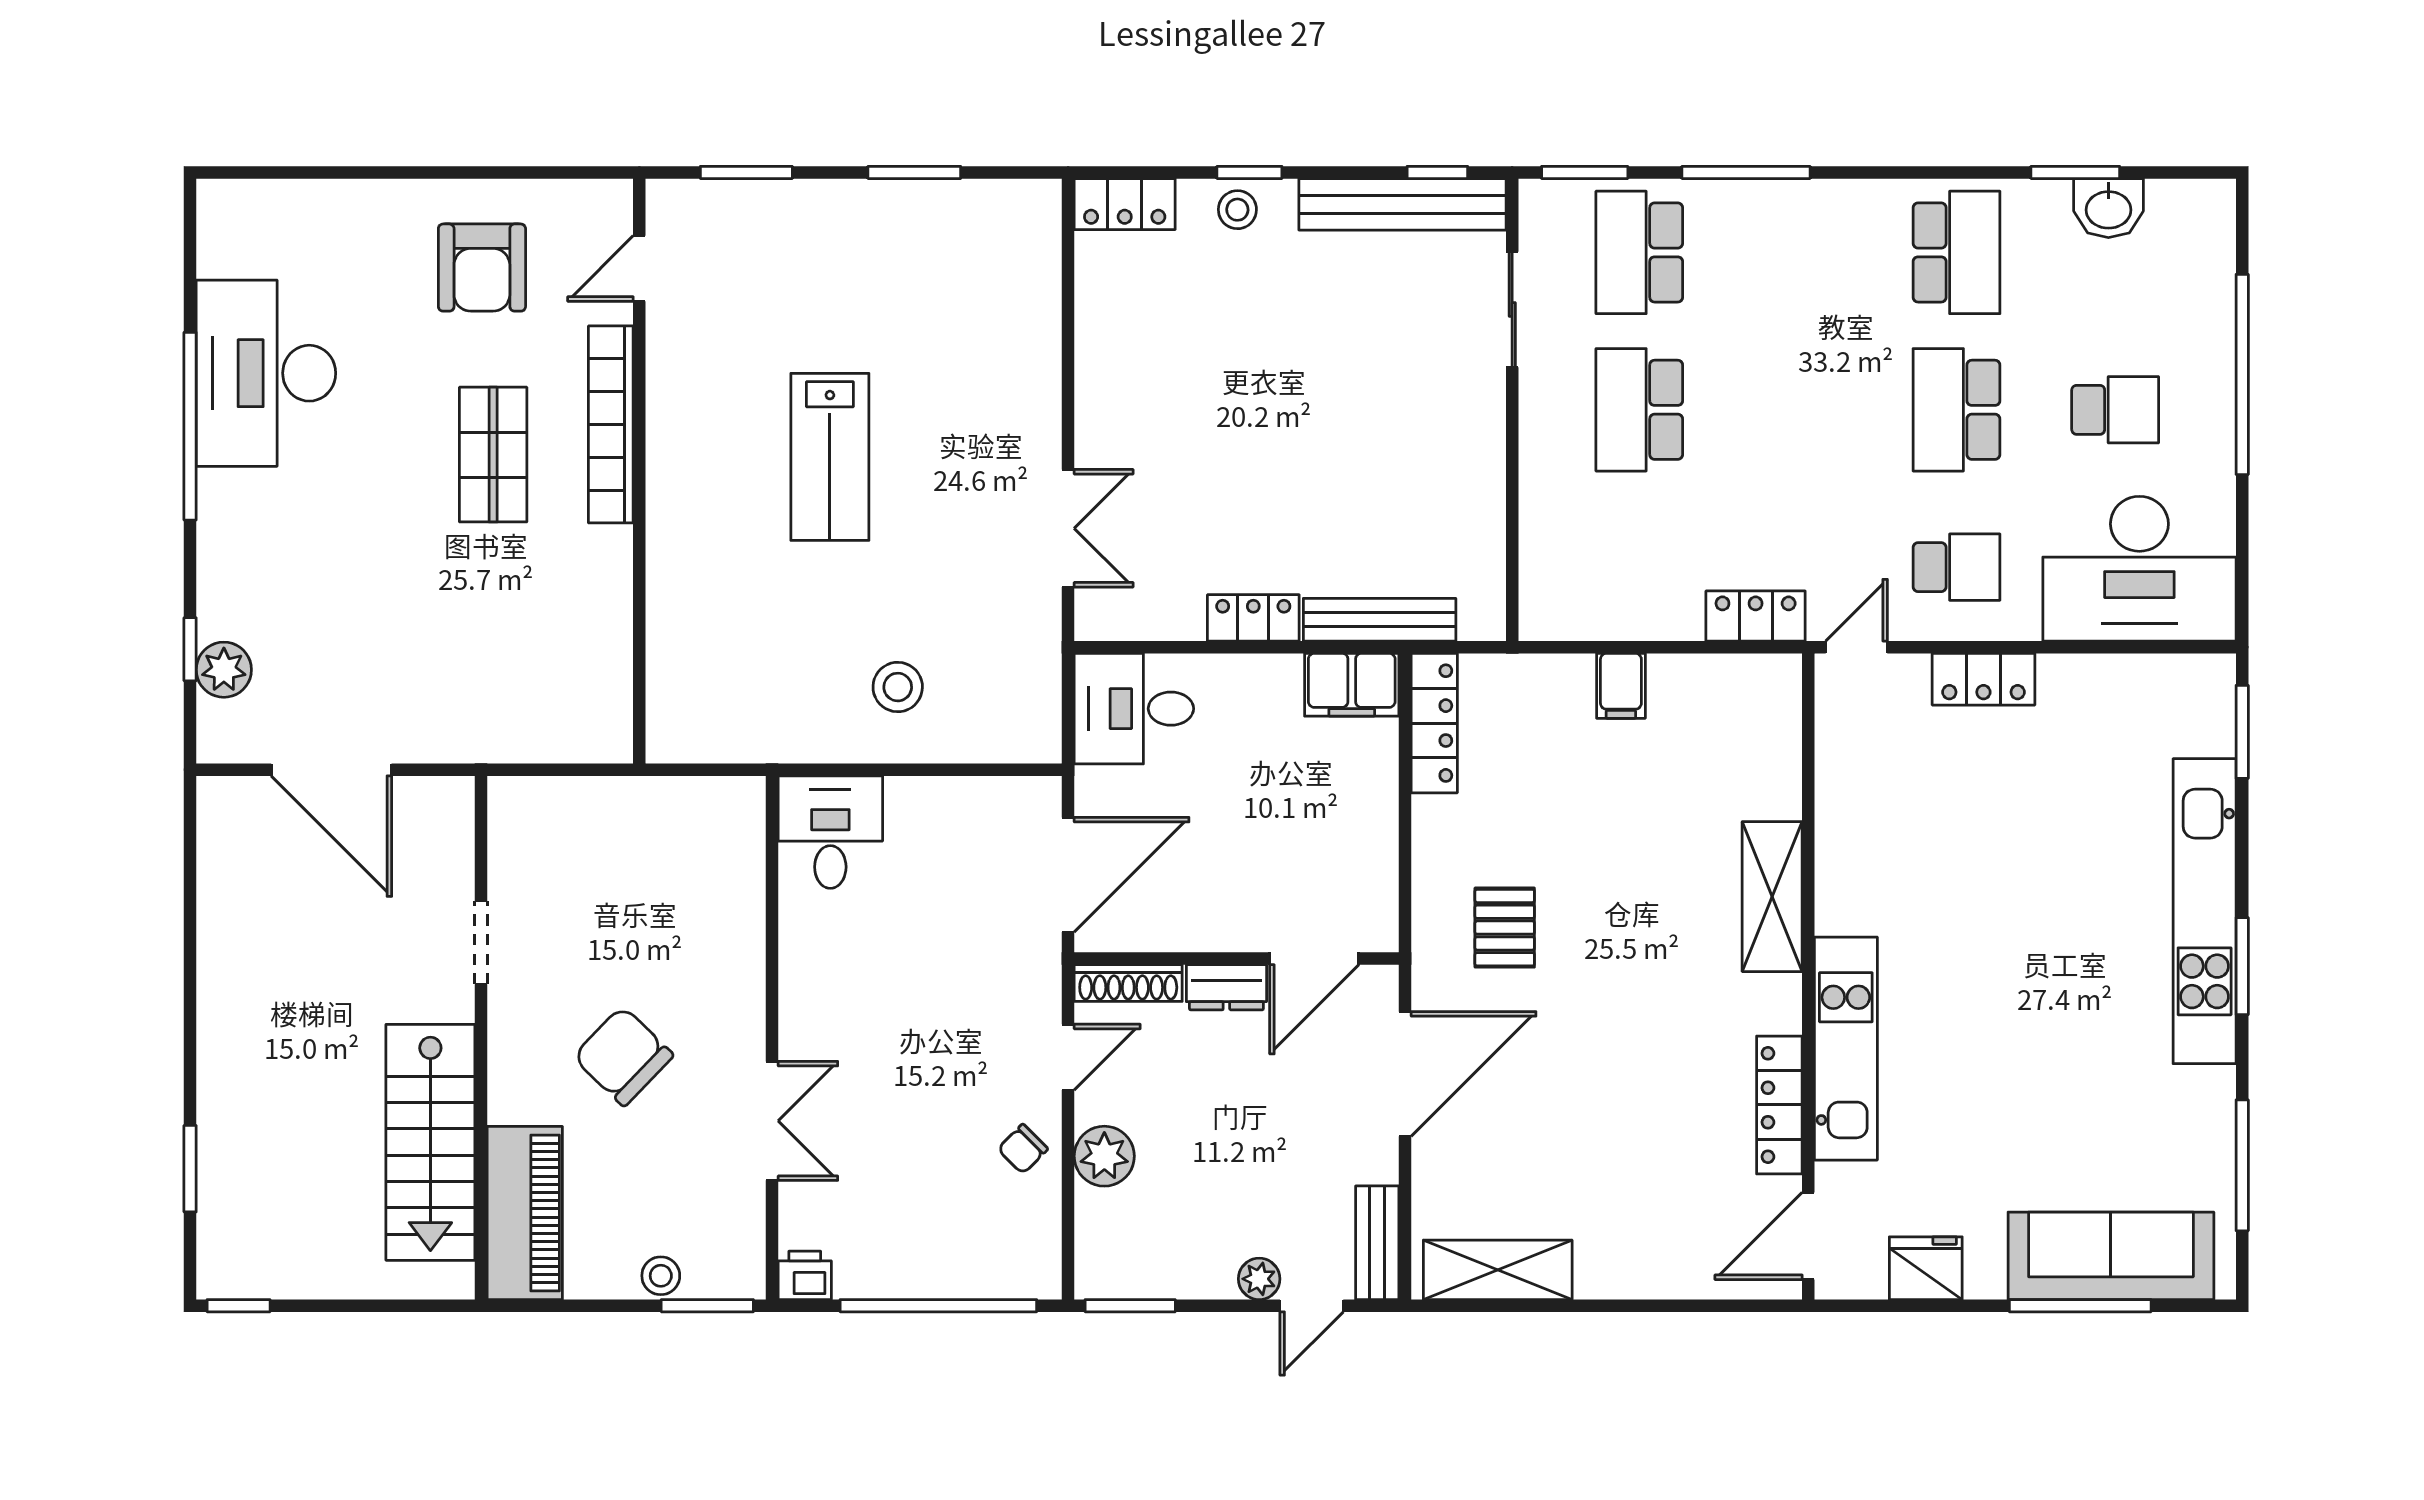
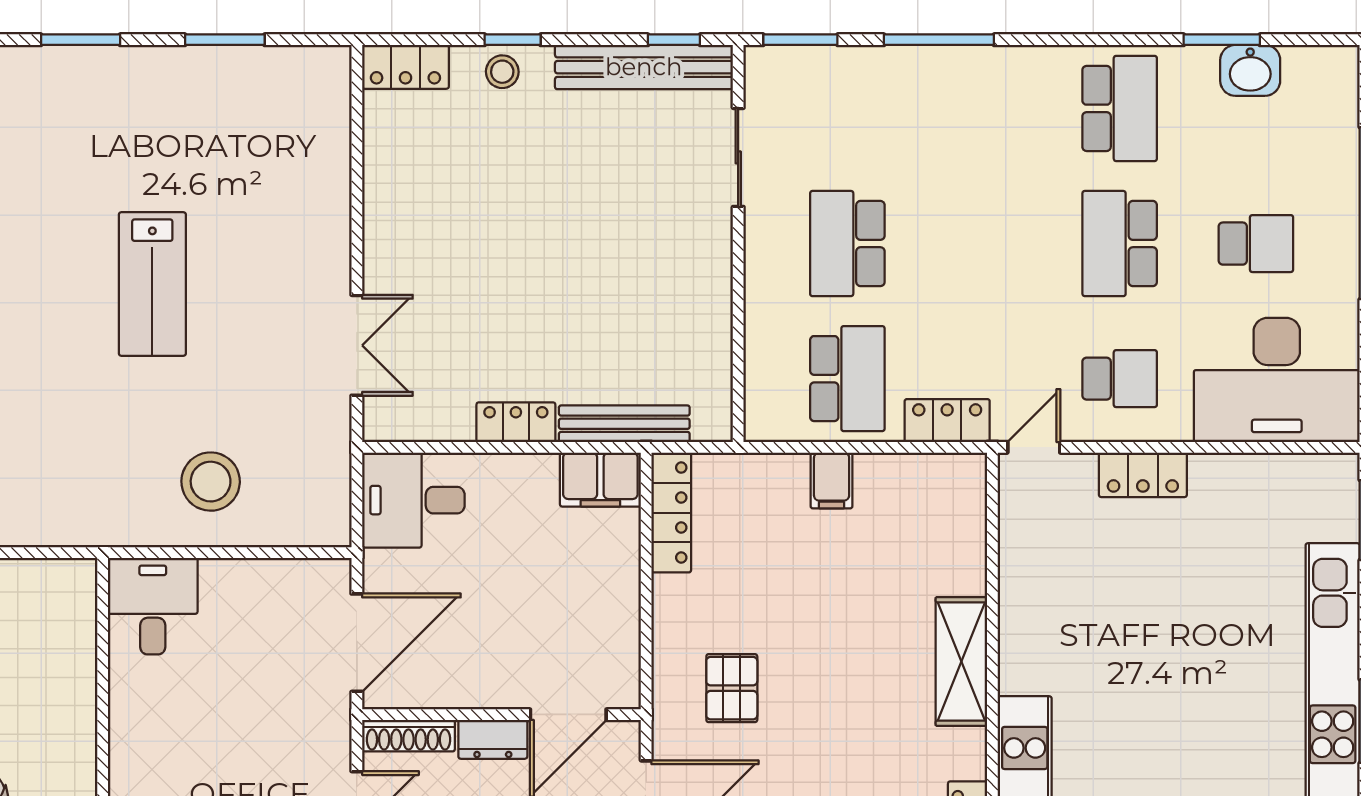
school desk: (1639, 252) -> (847, 379), moved, turned 180
stool: (898, 687) -> (211, 482), width x1.38, depth x1.38

